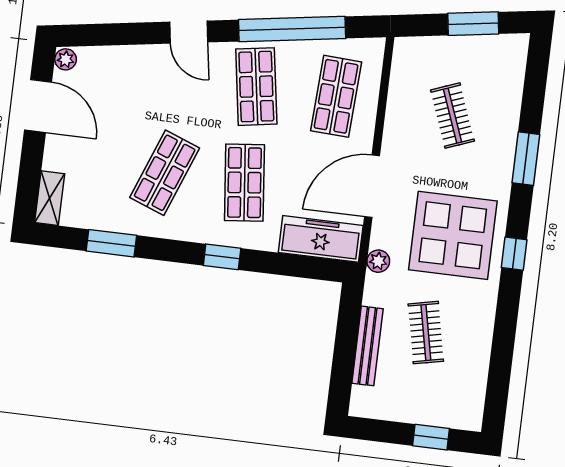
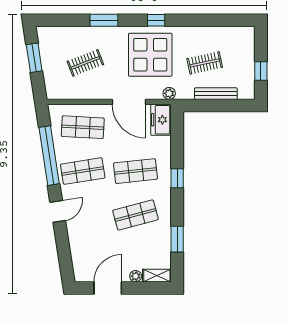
plant: (66, 59) -> (136, 276), moved
shop shelf: (165, 173) -> (136, 215), turned -36
freezer: (321, 239) -> (161, 120), width x0.71
window: (431, 437) -> (261, 71), moved

